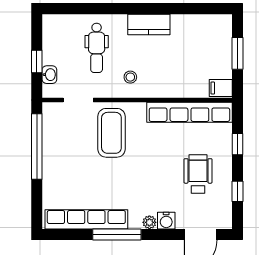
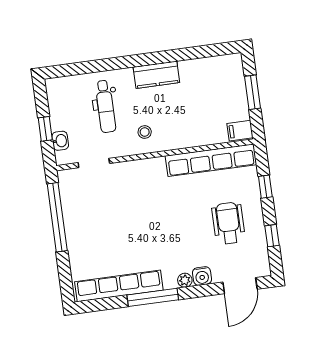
coffee table: (111, 133) -> (133, 192), removed

